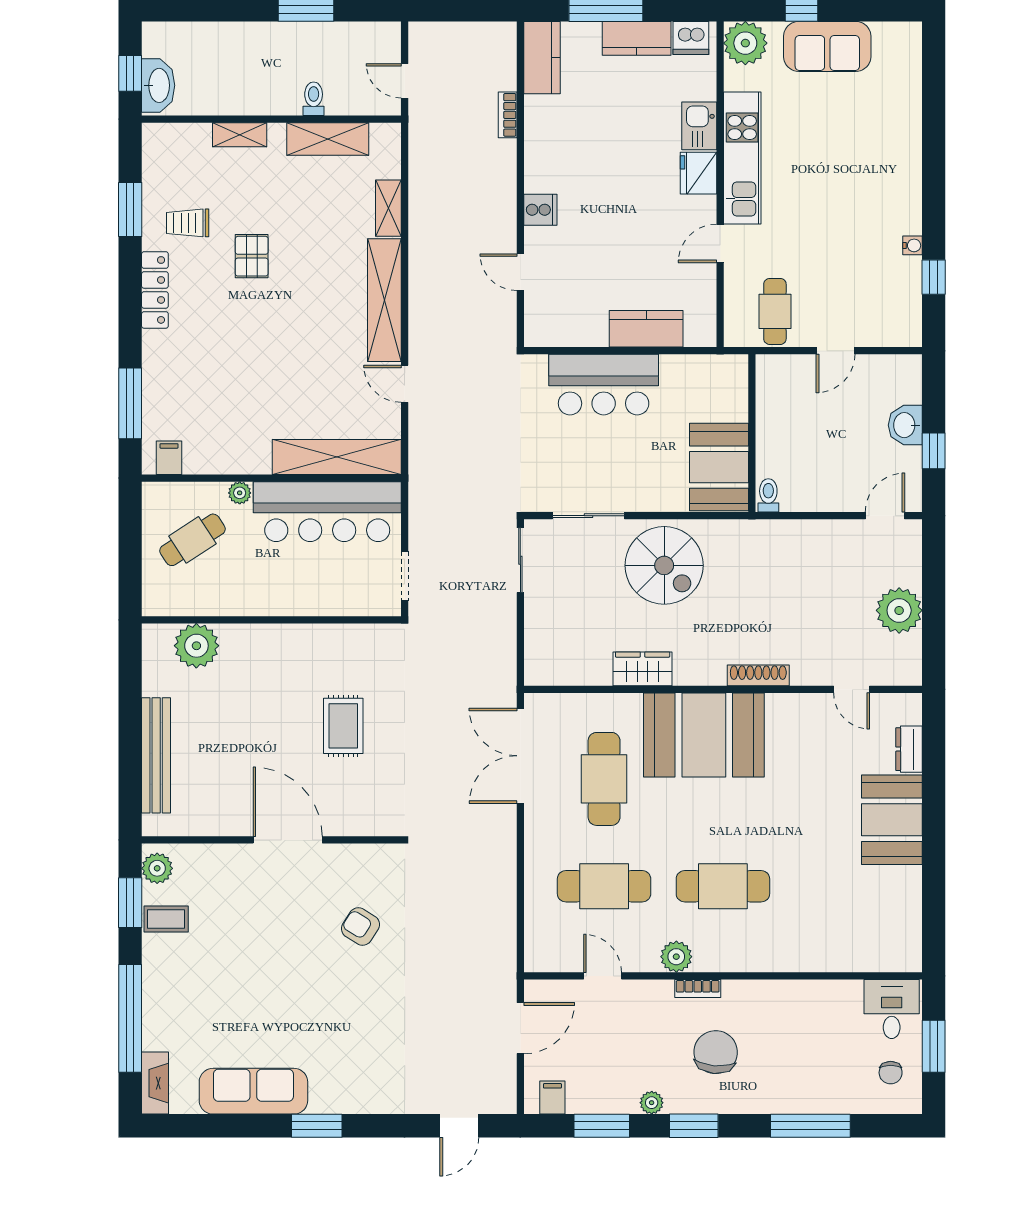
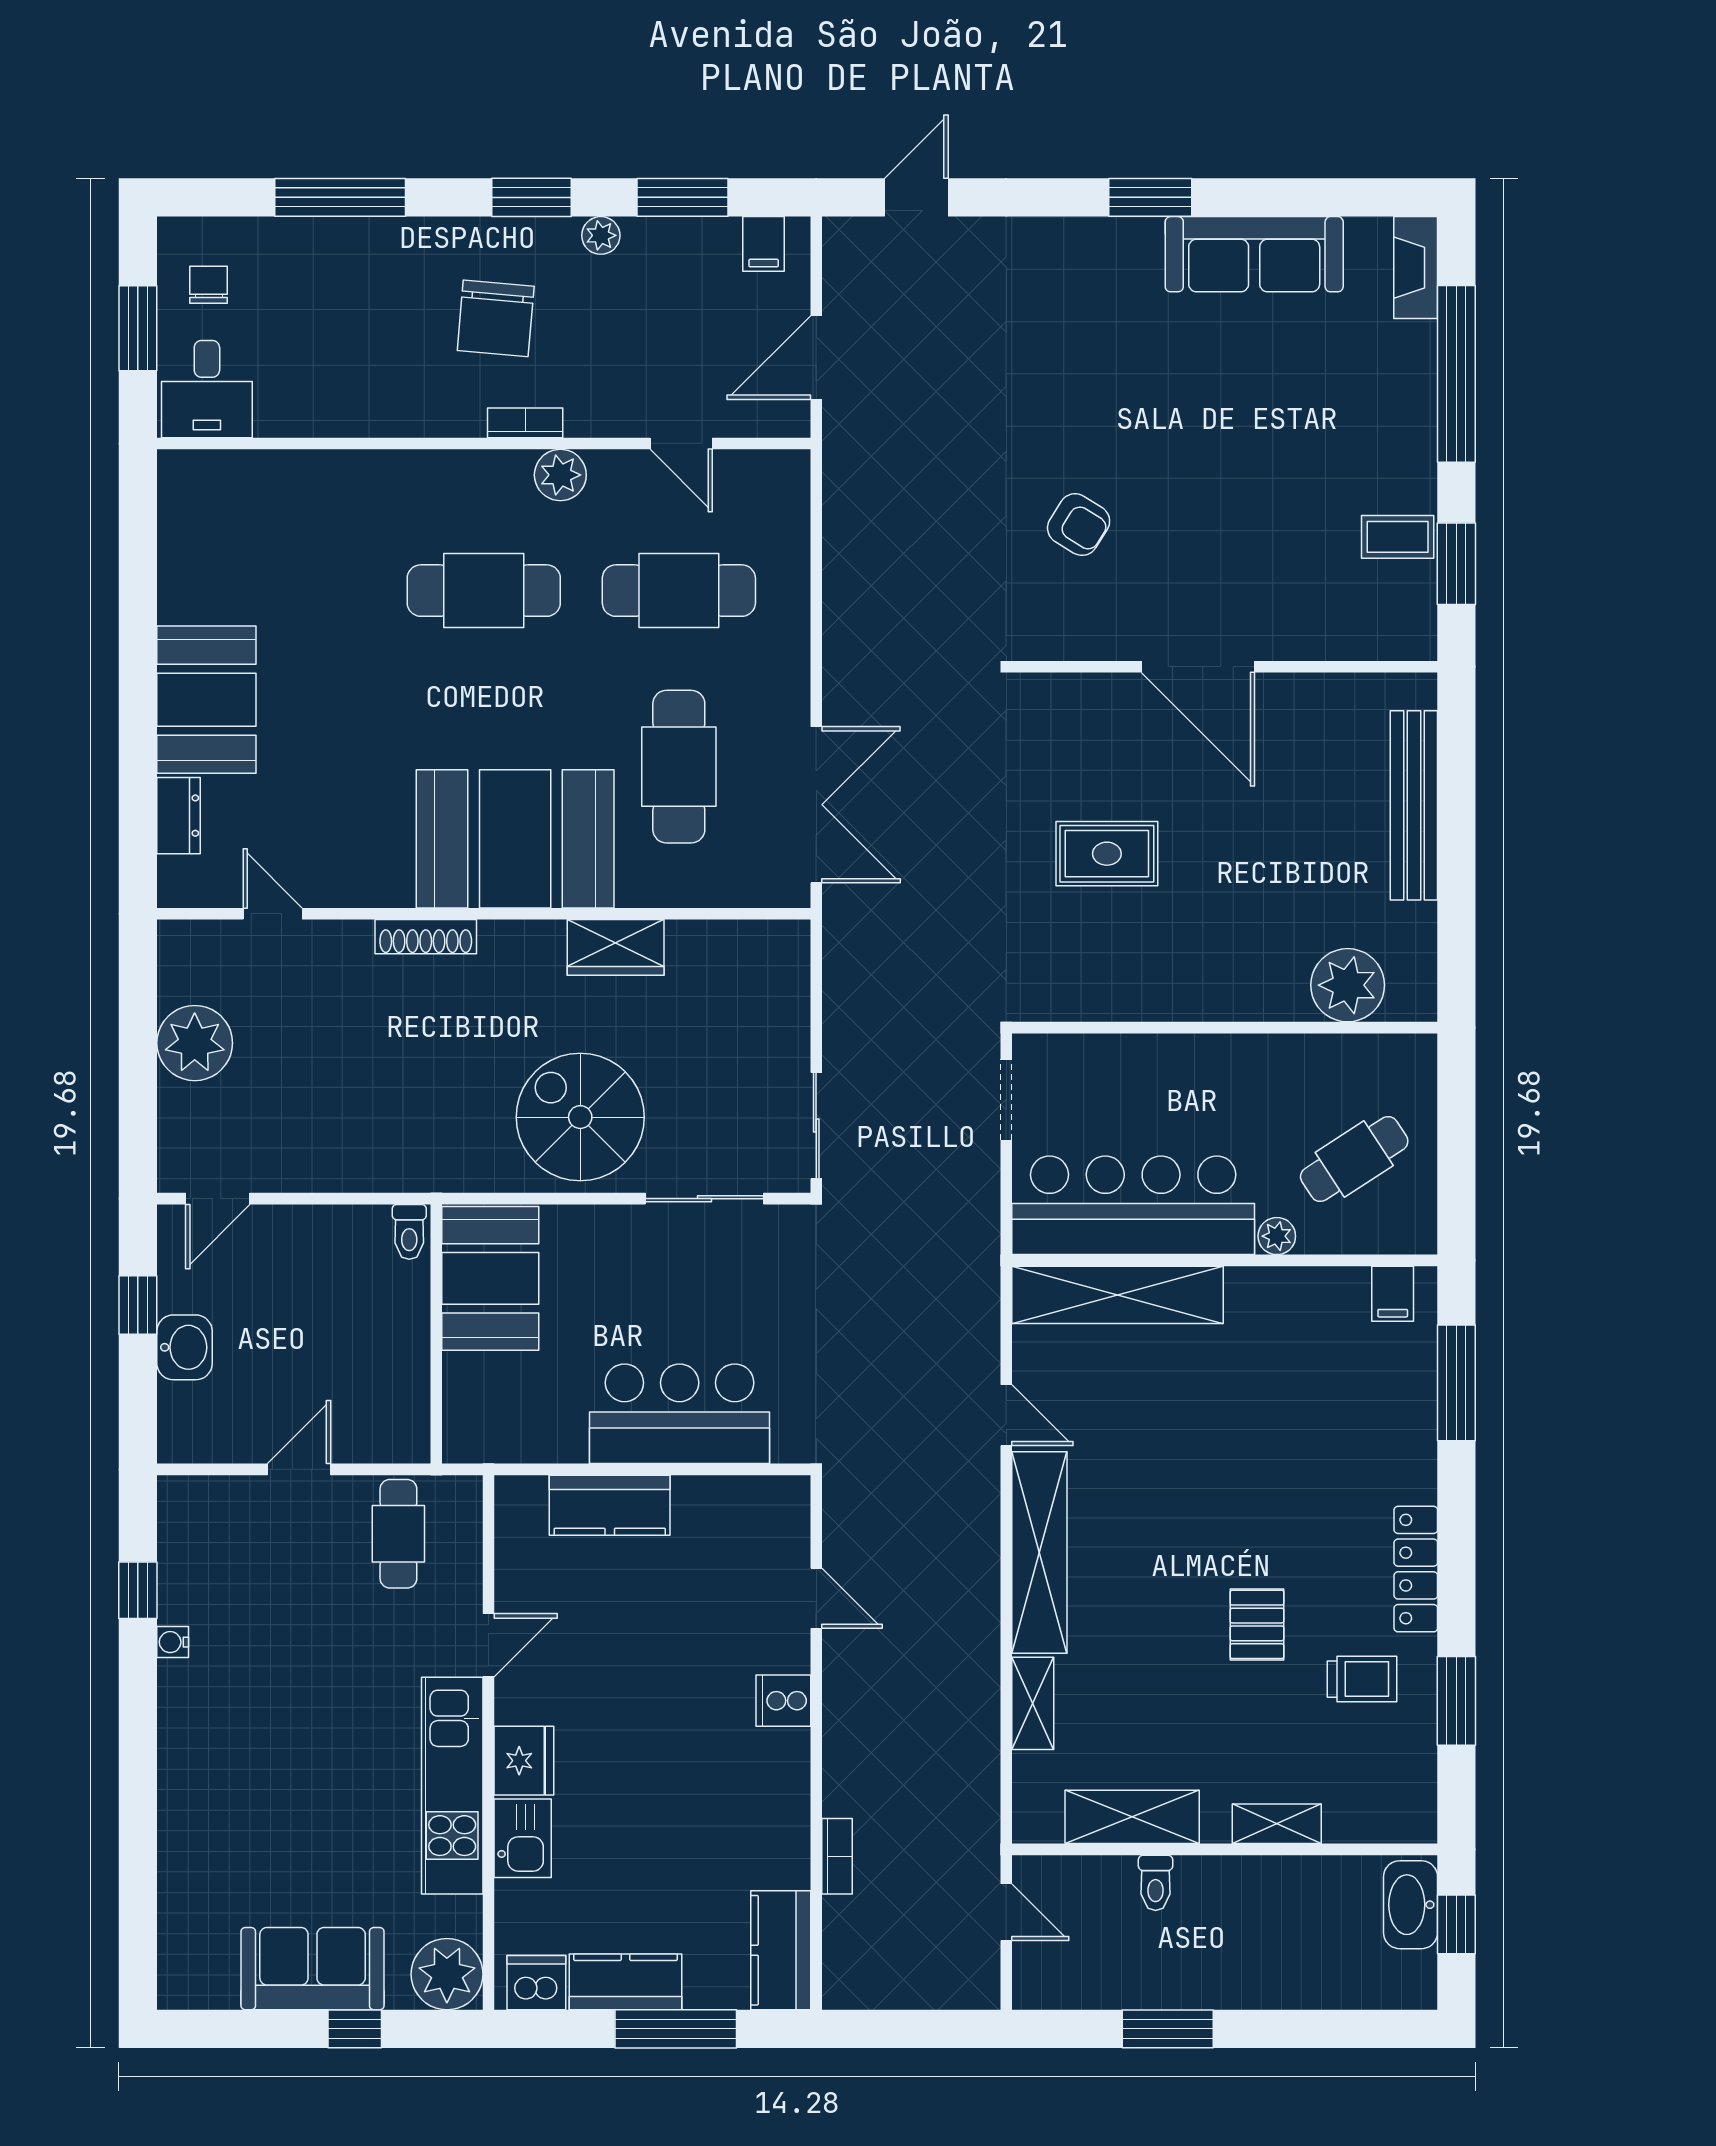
rug: (343, 726) -> (1107, 854), turned 90
plant: (157, 868) -> (1412, 620), removed

